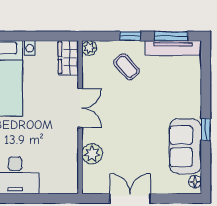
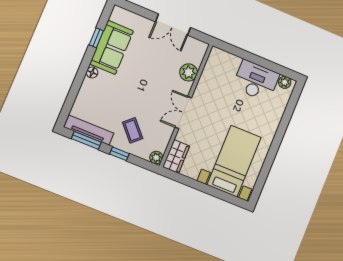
window: (206, 130) -> (96, 38), moved
floor lamp: (195, 182) -> (92, 73), moved

